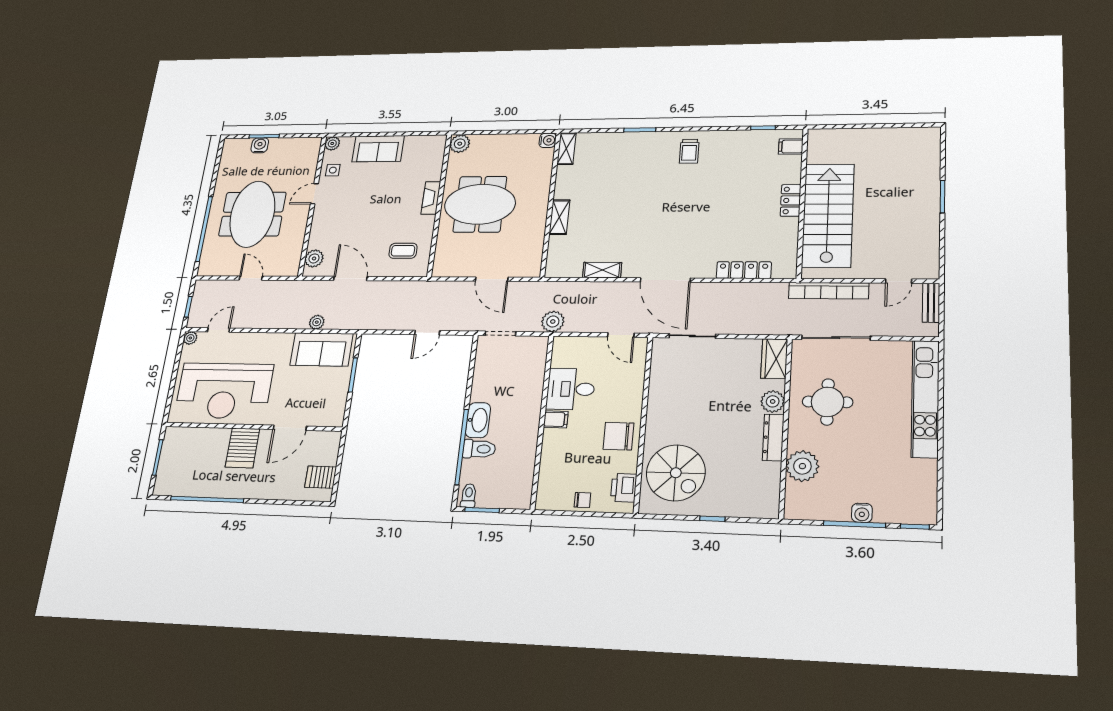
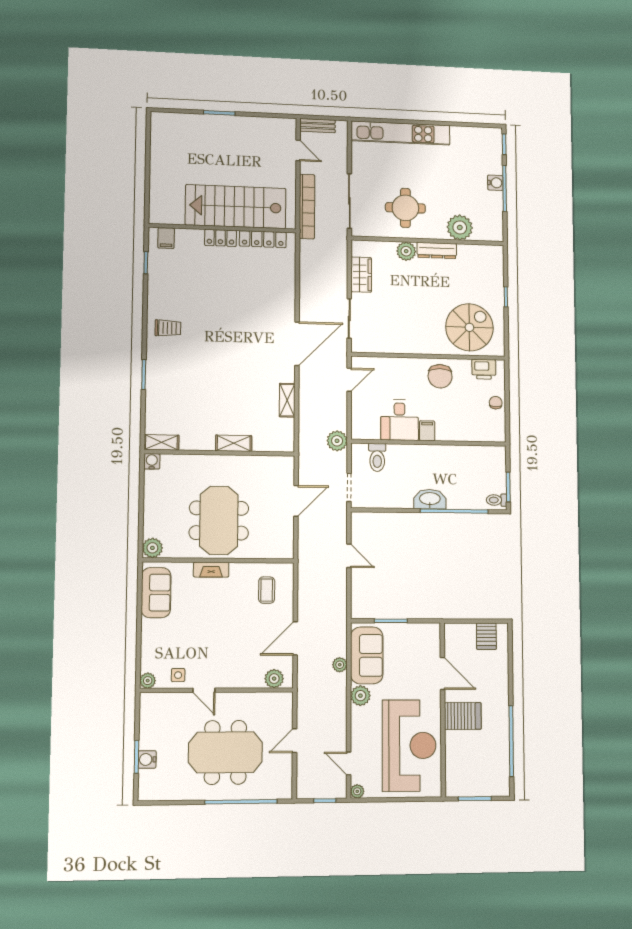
sofa: (378, 149) -> (156, 593), moved
locker: (744, 270) -> (263, 239), moved, turned -90
plant: (282, 342) -> (360, 696), added
wardrobe: (774, 359) -> (361, 275), moved, turned -90
toilet: (479, 449) -> (377, 457), moved, turned 180

